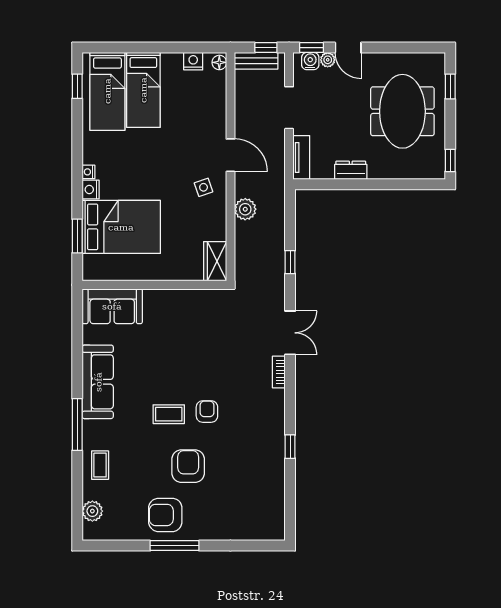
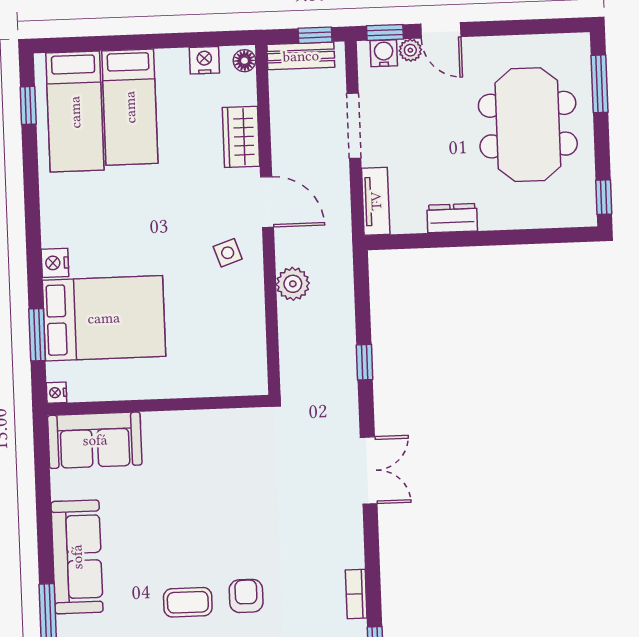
window: (450, 86) -> (599, 84), width x1.50
nightstand: (88, 172) -> (57, 393), moved
wardrobe: (215, 261) -> (241, 137), moved
bookcase: (279, 372) -> (356, 594), moved

